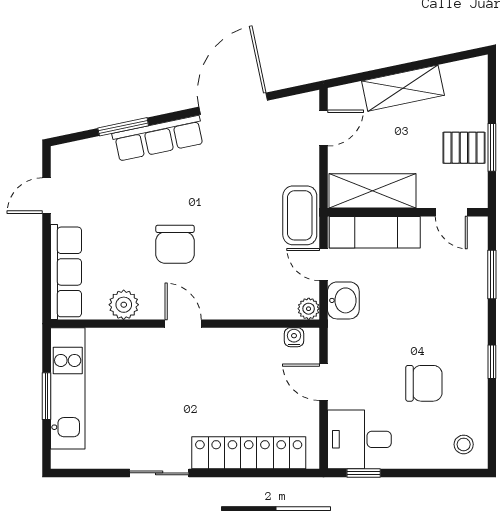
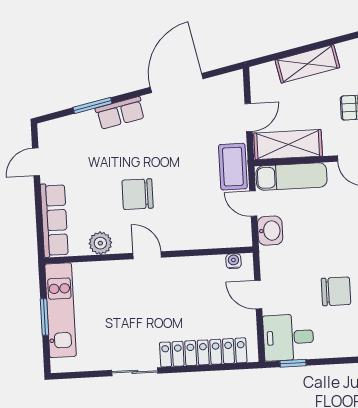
door: (323, 128) -> (249, 118), moved
row of seats: (158, 138) -> (120, 113), width x0.68
chair: (175, 244) -> (138, 194), turned 90
plant: (309, 309) -> (244, 238), removed

